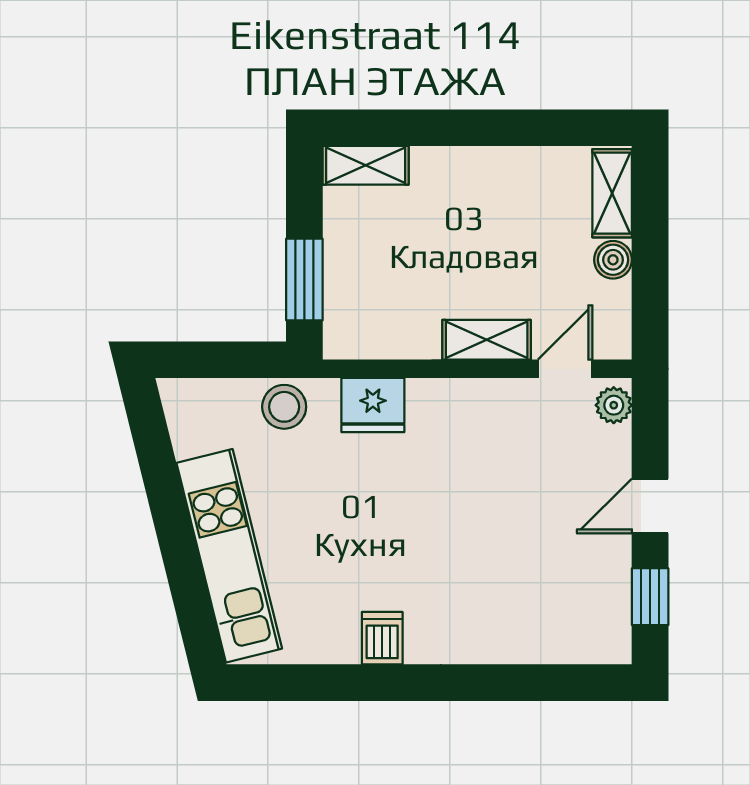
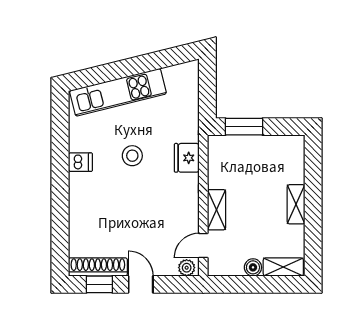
shelving: (366, 165) -> (296, 204), moved
door: (565, 369) -> (203, 246), swing flipped
stool: (284, 407) -> (132, 156), moved
shoe rack: (612, 600) -> (98, 267), added

